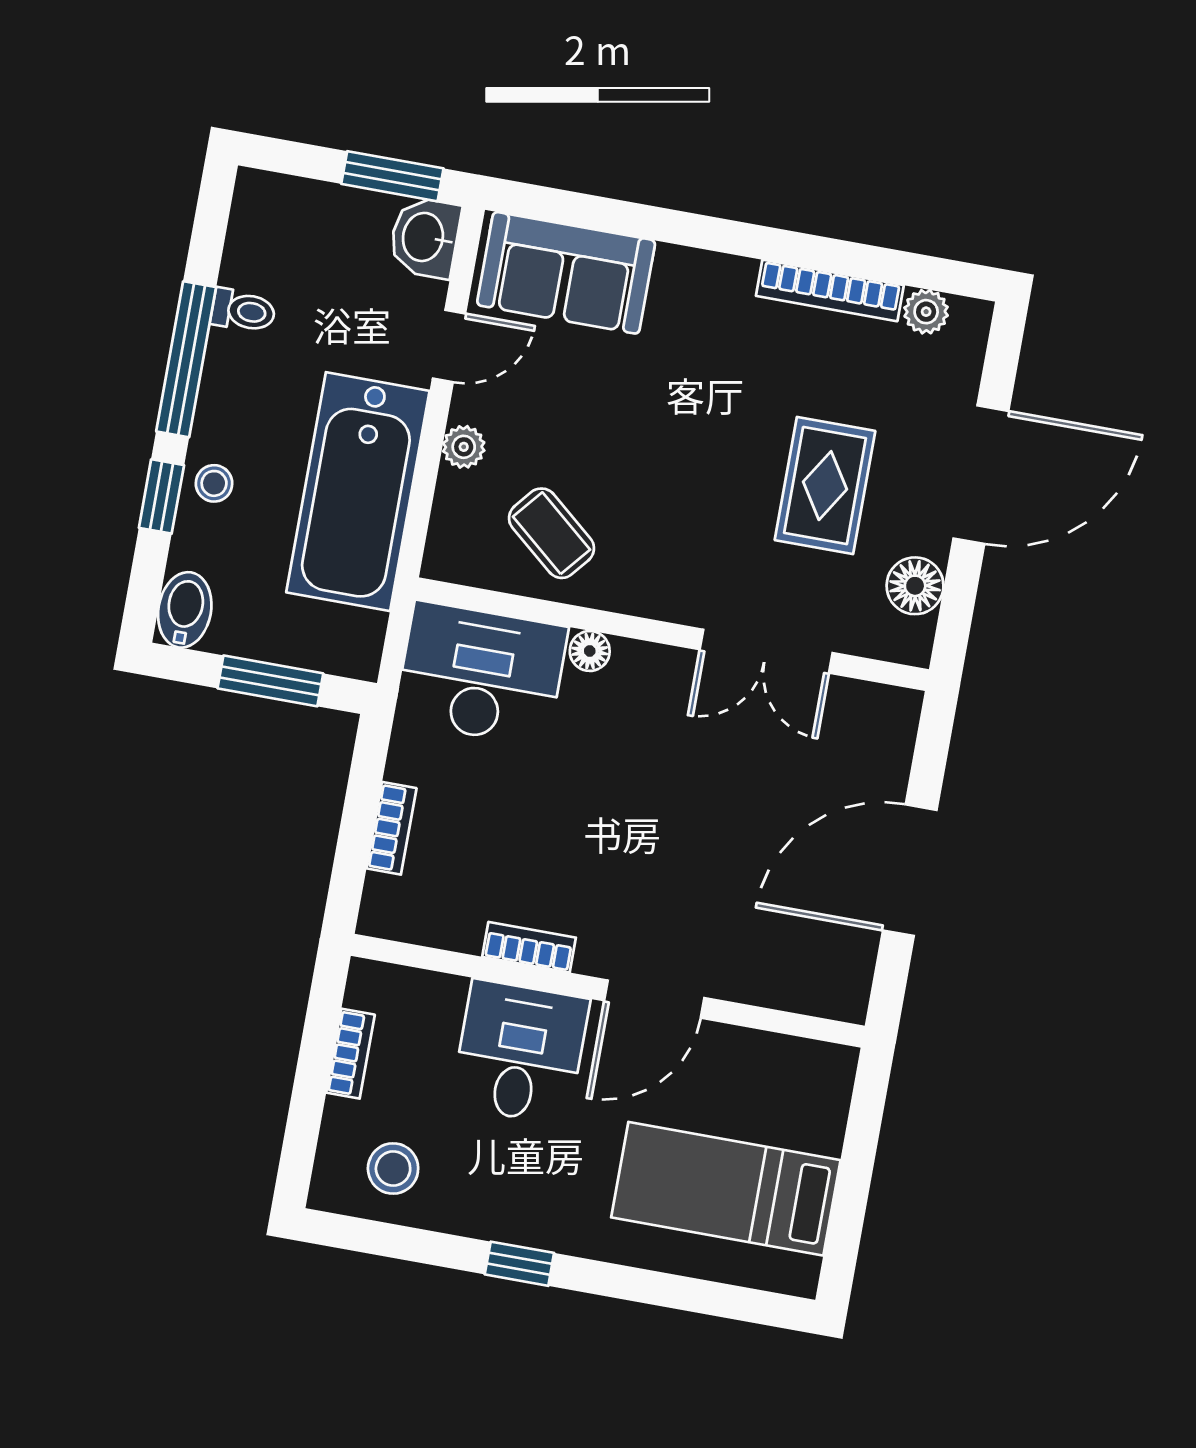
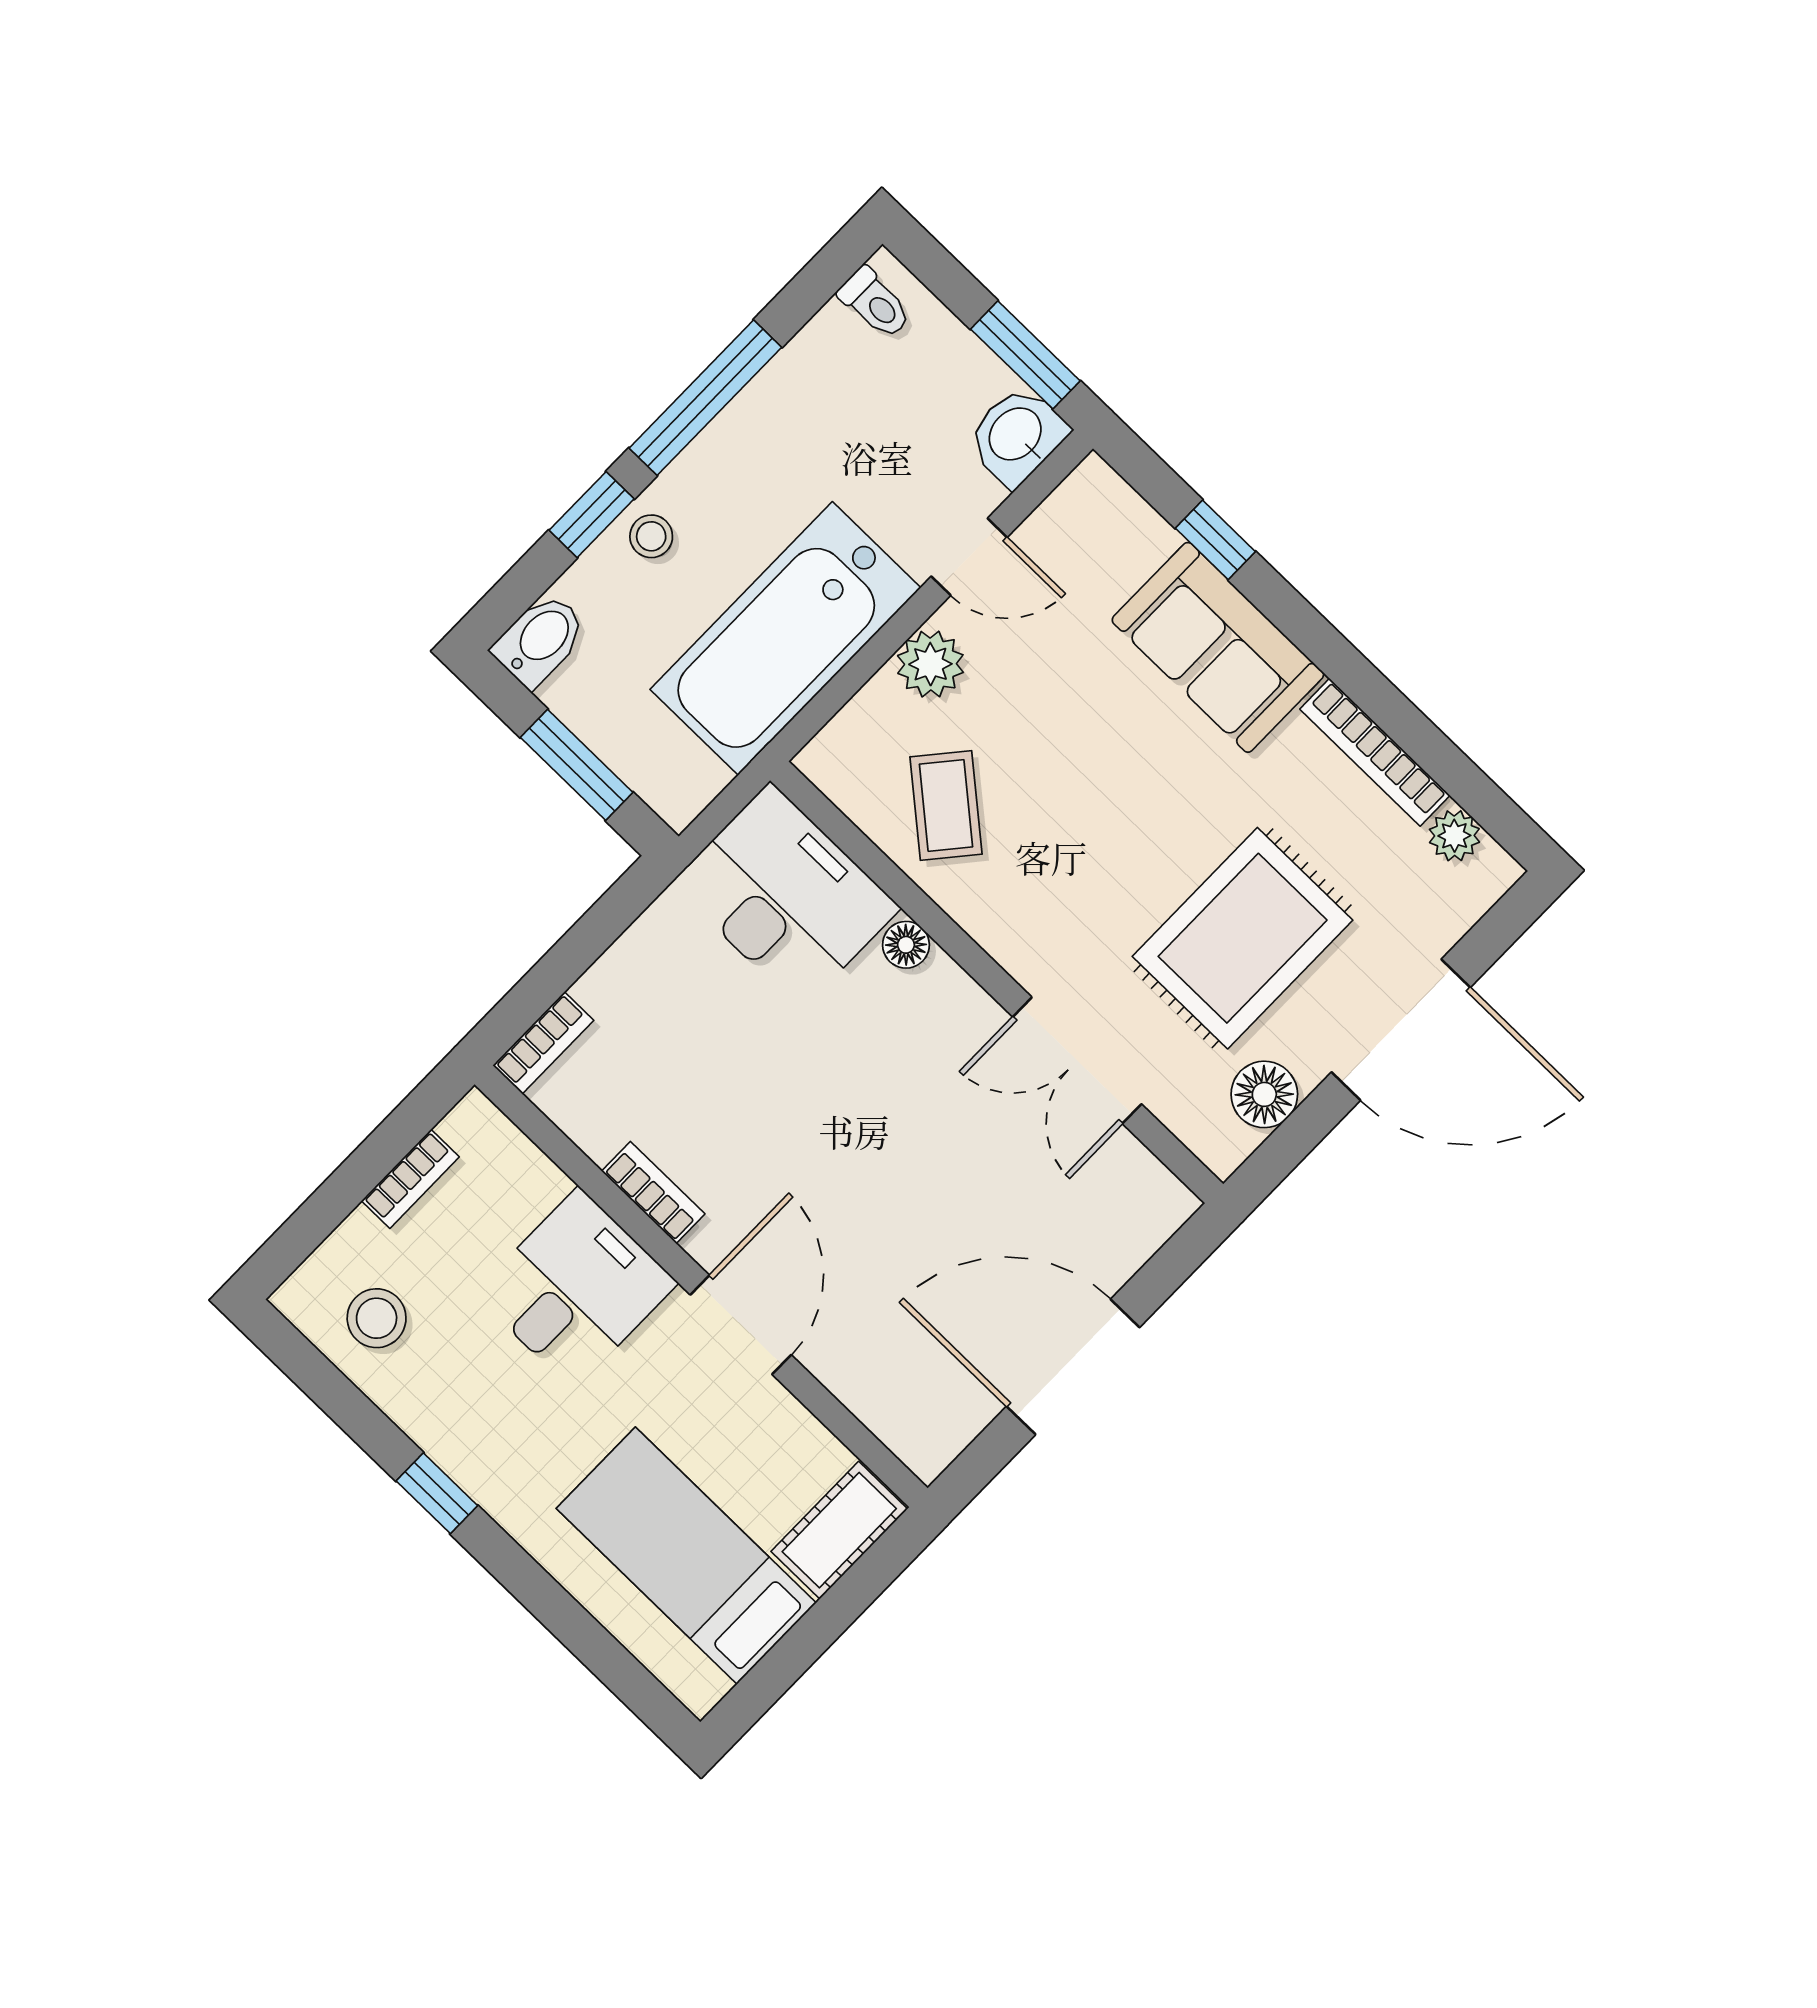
window: (615, 216) -> (1215, 540), added
sofa: (566, 273) -> (1218, 647), moved
toilet: (243, 311) -> (875, 303), moved
plant: (464, 447) -> (930, 664), width x1.38, depth x1.38
rug: (825, 486) -> (1243, 938), width x1.36, depth x1.43
bookcase: (391, 828) -> (543, 1043), moved
door: (654, 999) -> (741, 1325), swing flipped
cot: (822, 1098) -> (839, 1530), added

